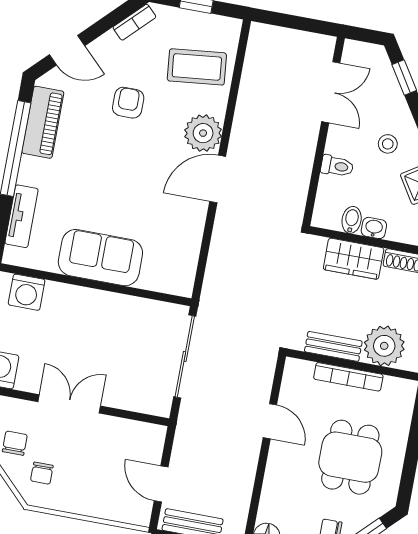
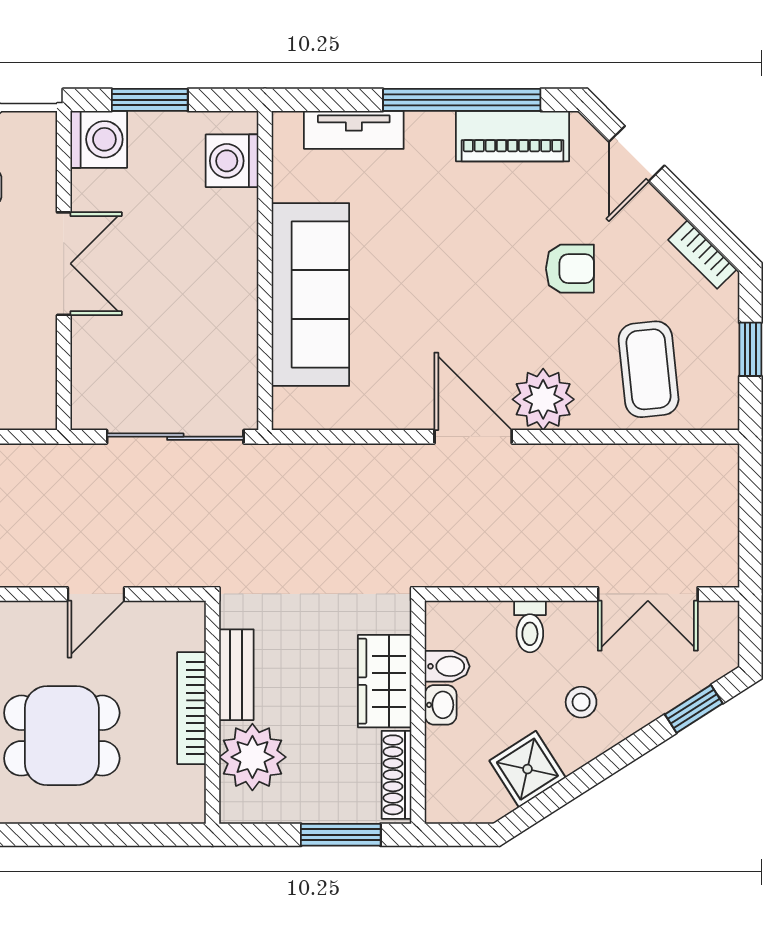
sofa: (100, 258) -> (310, 294), width x1.36

